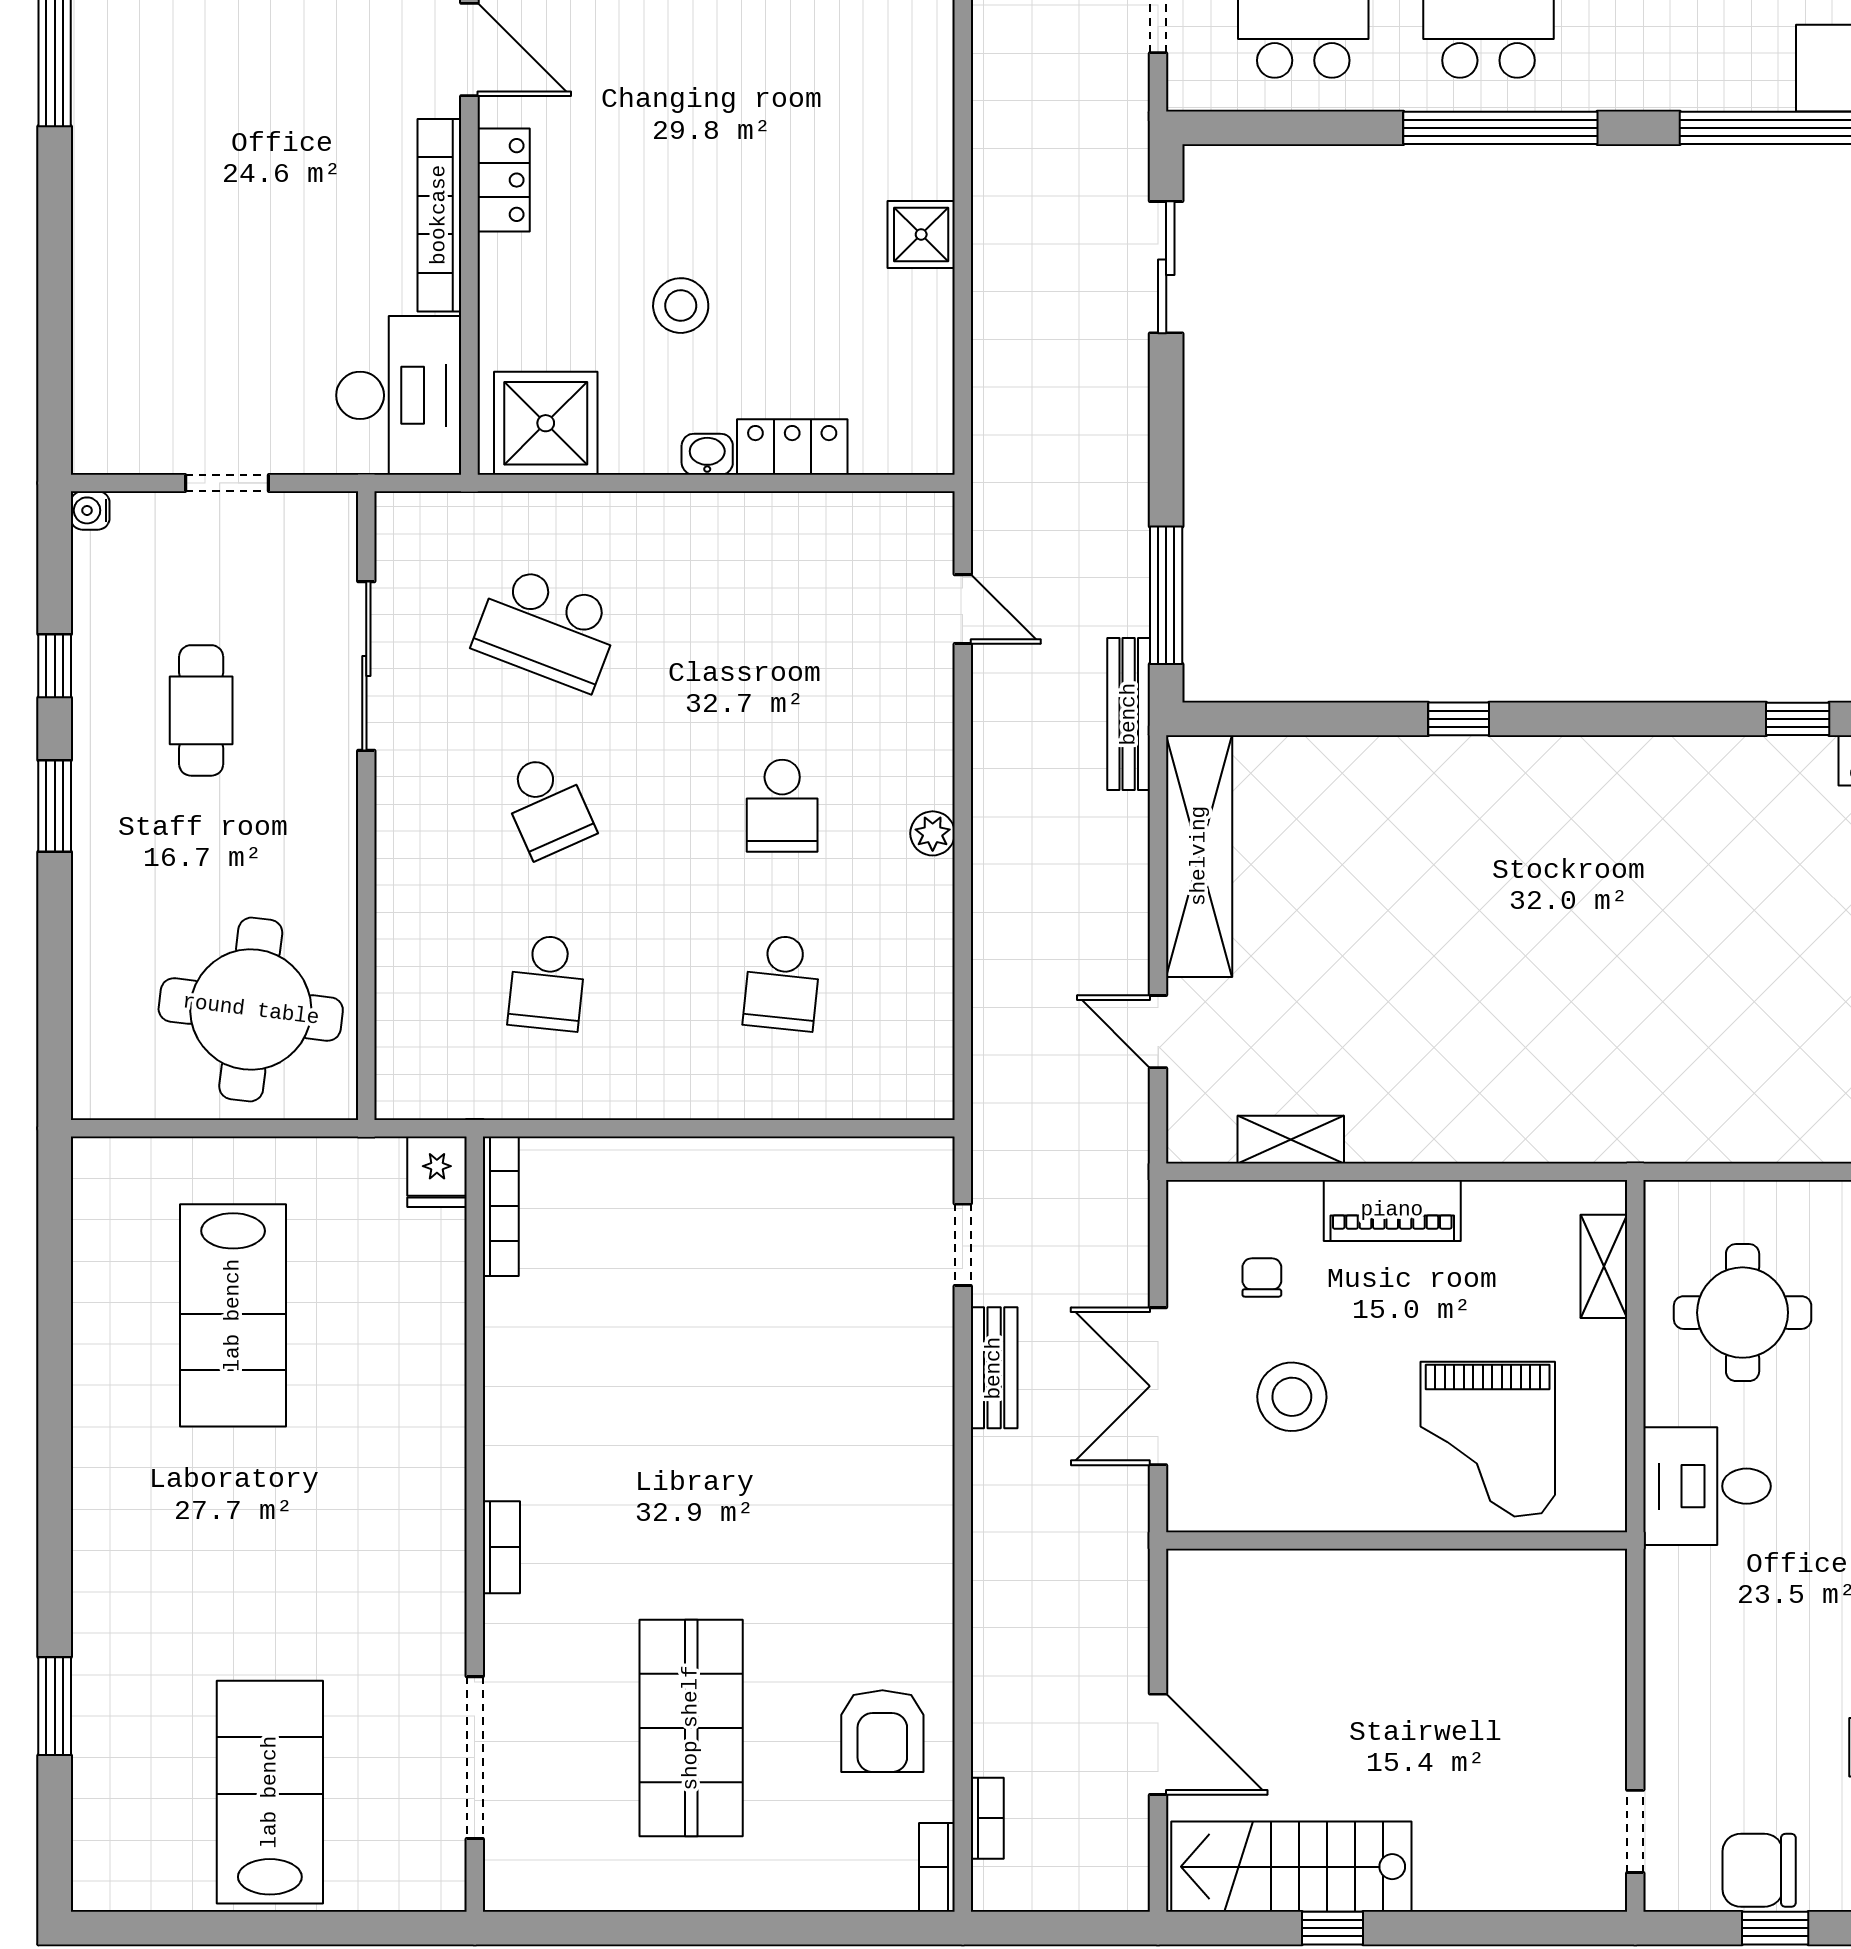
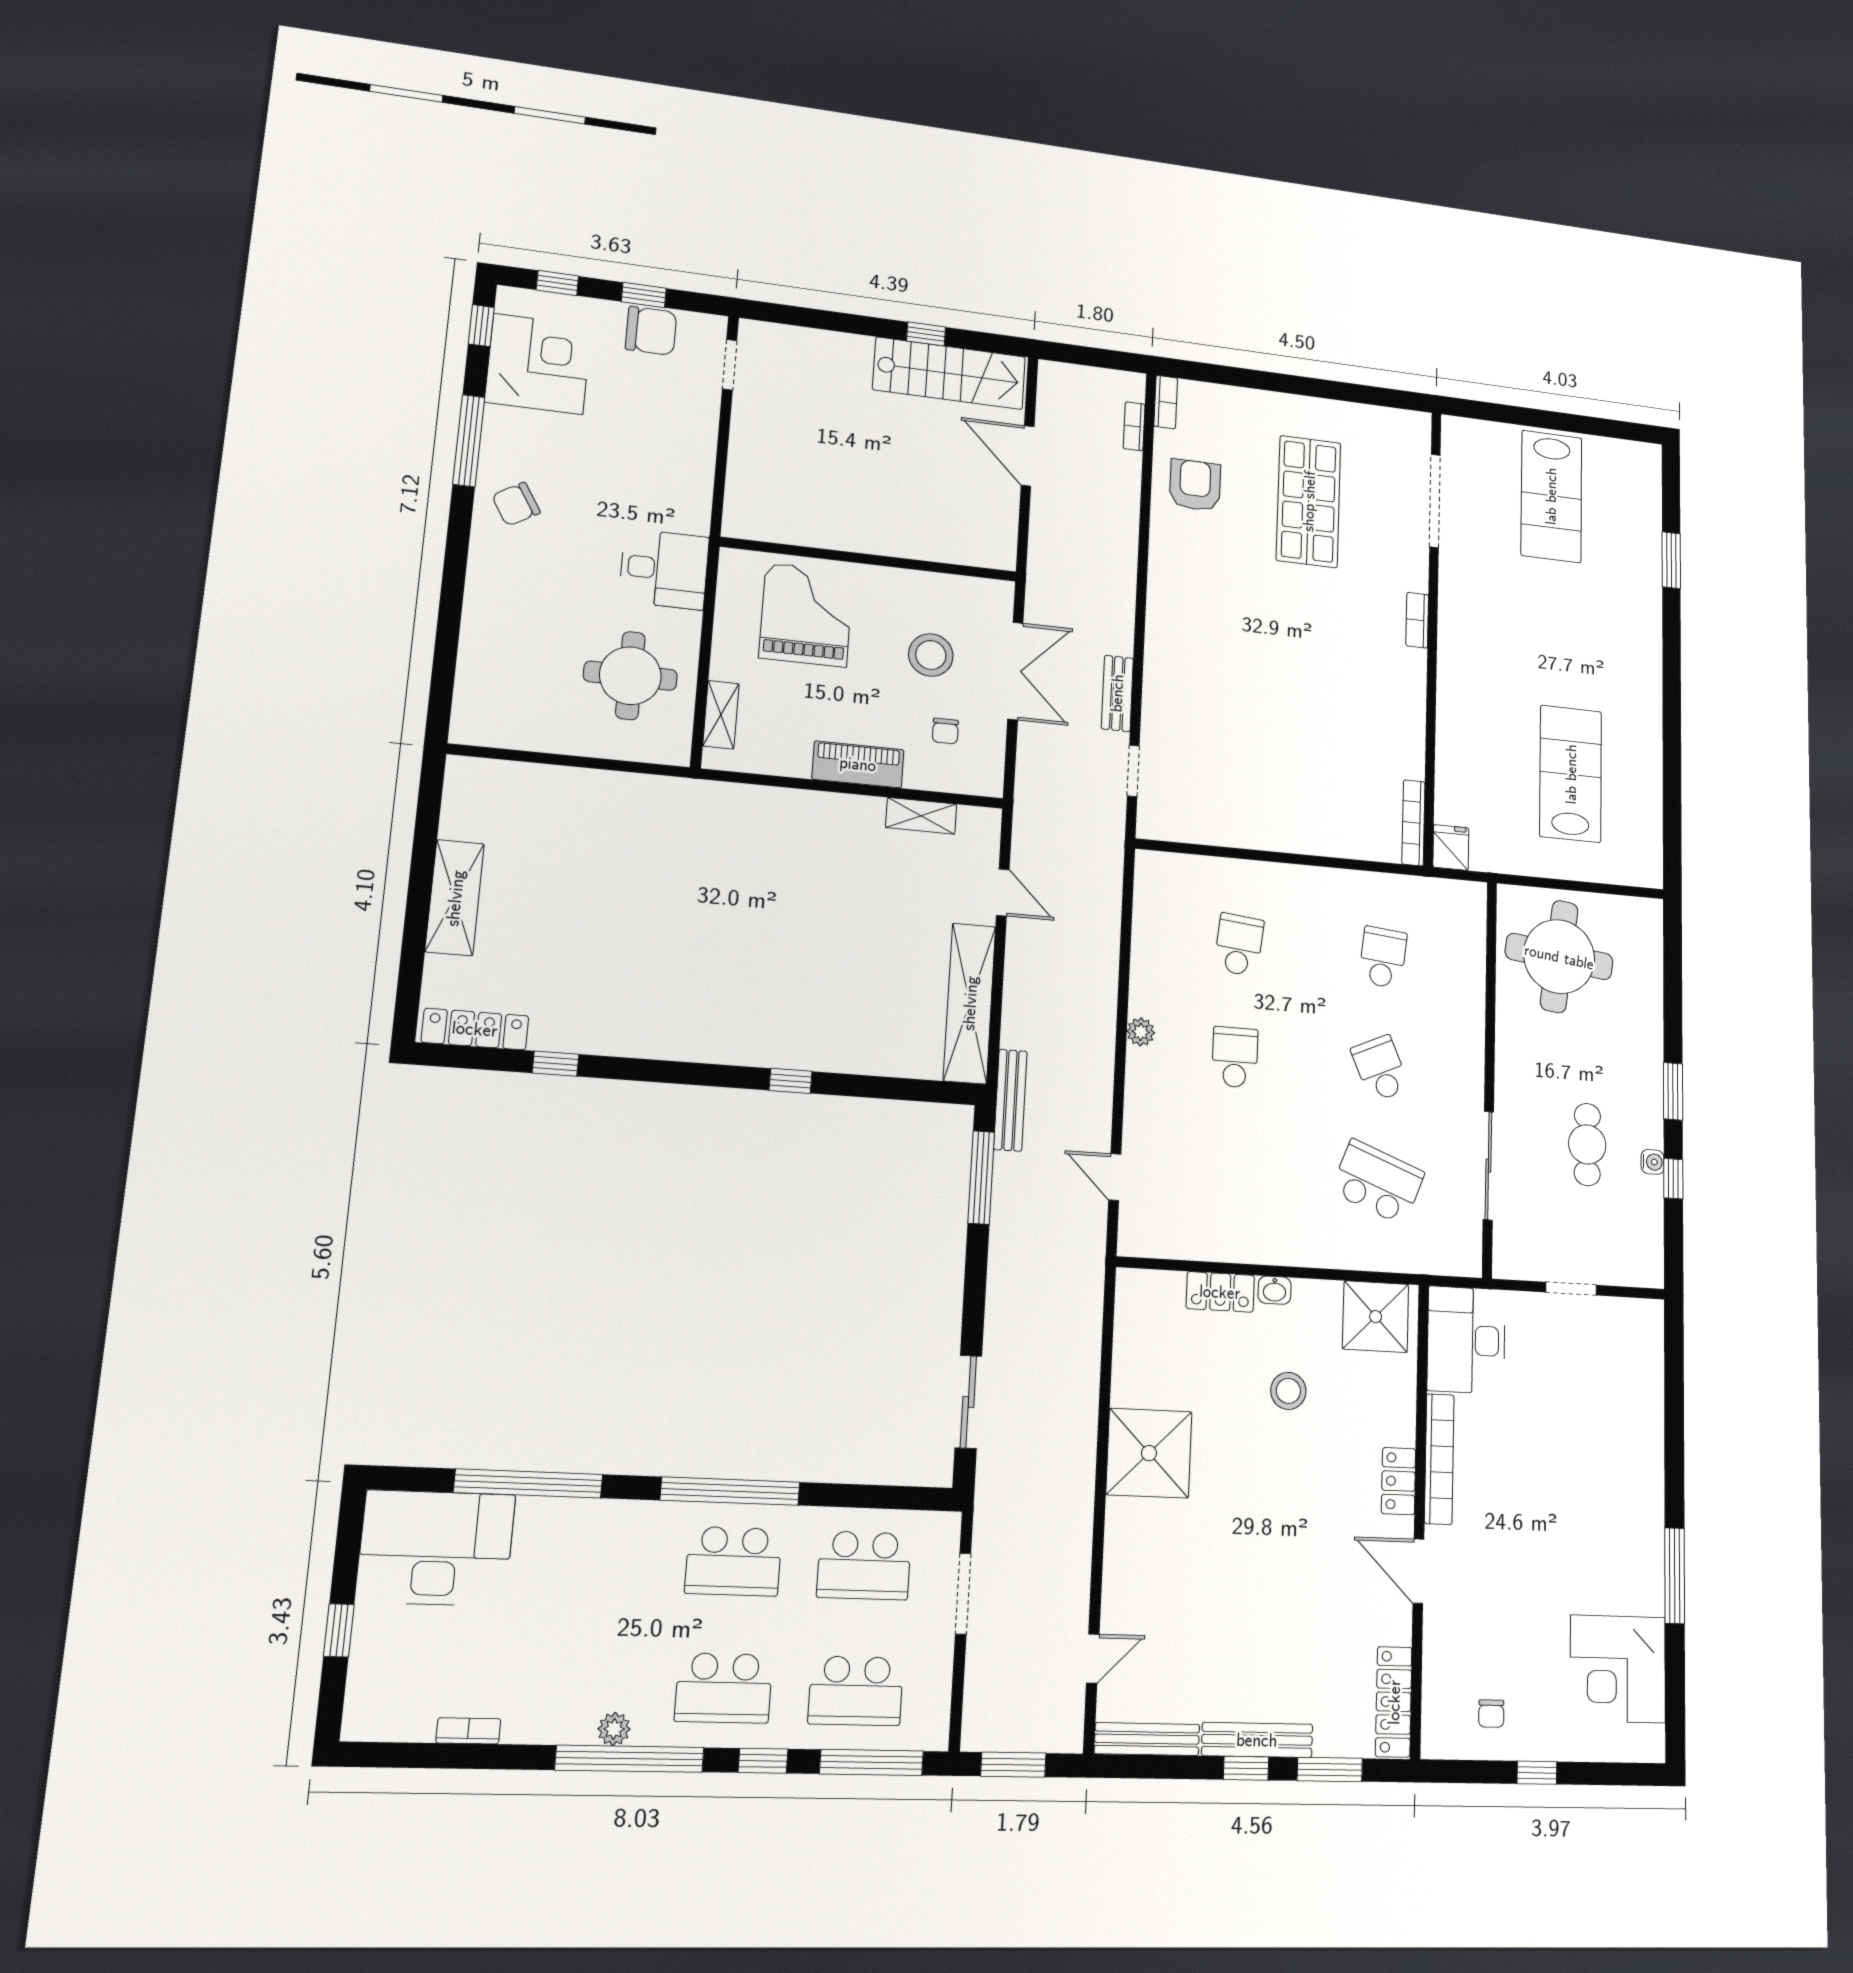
shower: (921, 234) -> (1149, 1453), width x1.86, depth x1.86
water cooler: (90, 510) -> (1653, 1162), moved

